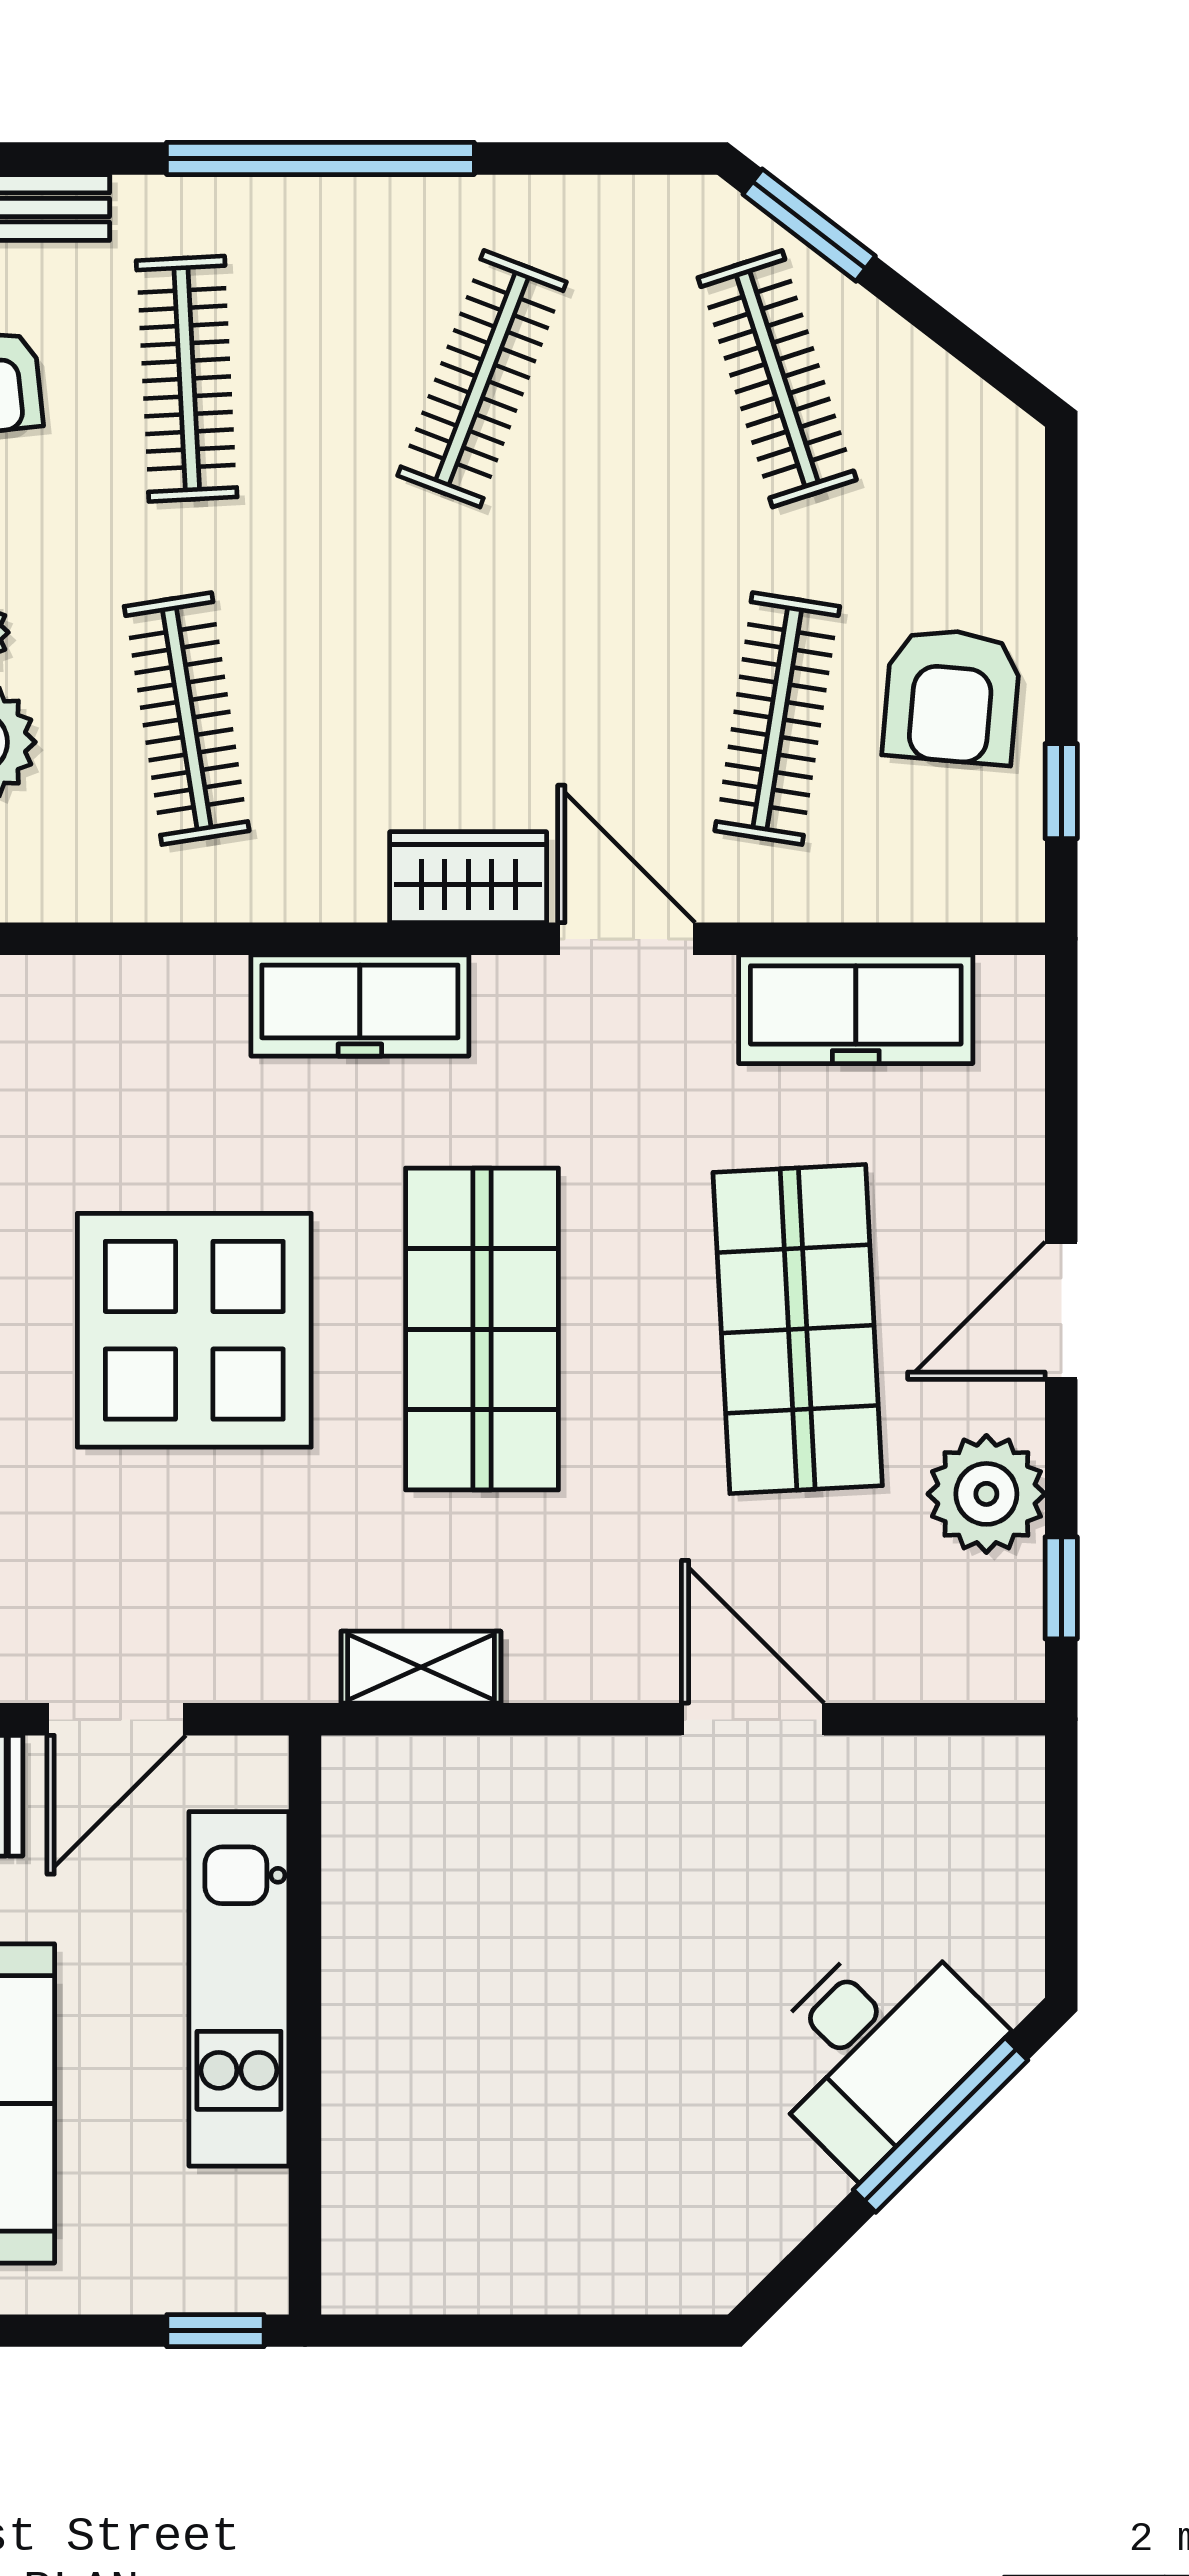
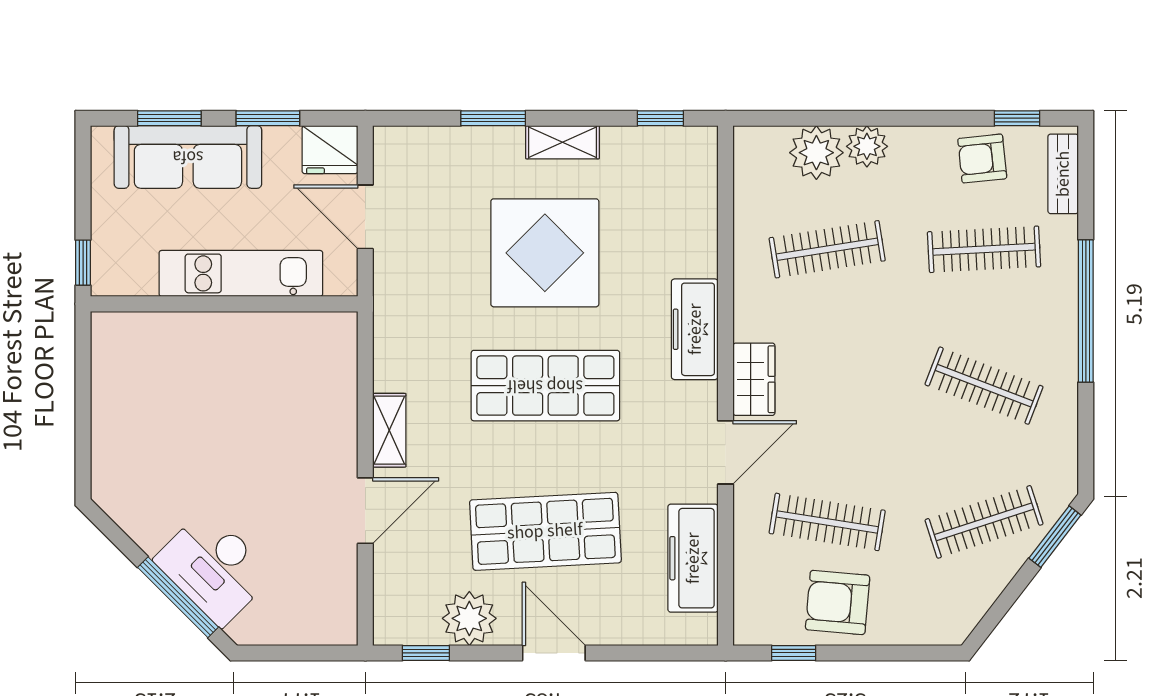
shelving: (421, 1667) -> (389, 430), moved

